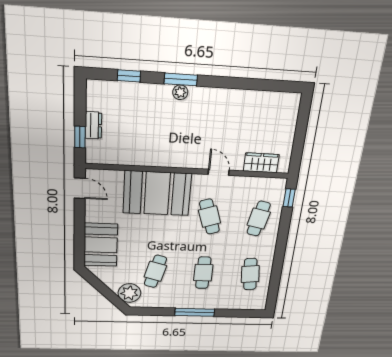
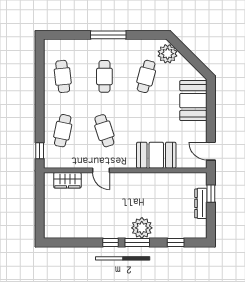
window: (216, 82) -> (110, 242), added
plant: (180, 92) -> (142, 228), width x1.88, depth x1.88
dresser: (93, 125) -> (201, 203), width x1.44
booth: (157, 193) -> (156, 155), width x0.73, depth x0.70

